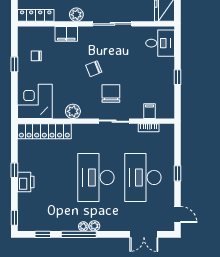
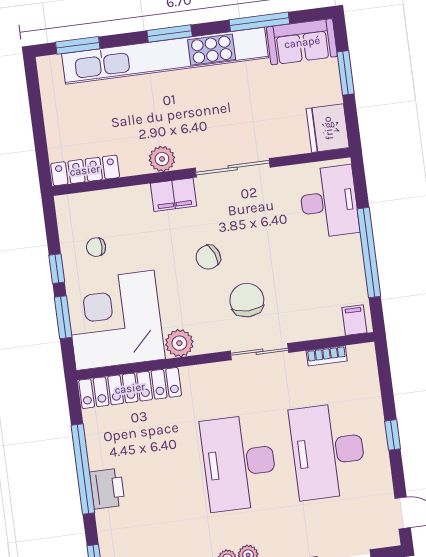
filing cabinet: (66, 34) -> (174, 195), moved
desk: (160, 43) -> (329, 202), width x1.37
window: (177, 77) -> (369, 253), width x3.17
window: (14, 90) -> (63, 317), added
corner desk: (35, 101) -> (115, 320), width x1.36, depth x1.36
filing cabinet: (149, 111) -> (354, 320), moved
window: (14, 170) -> (83, 469), width x3.17

